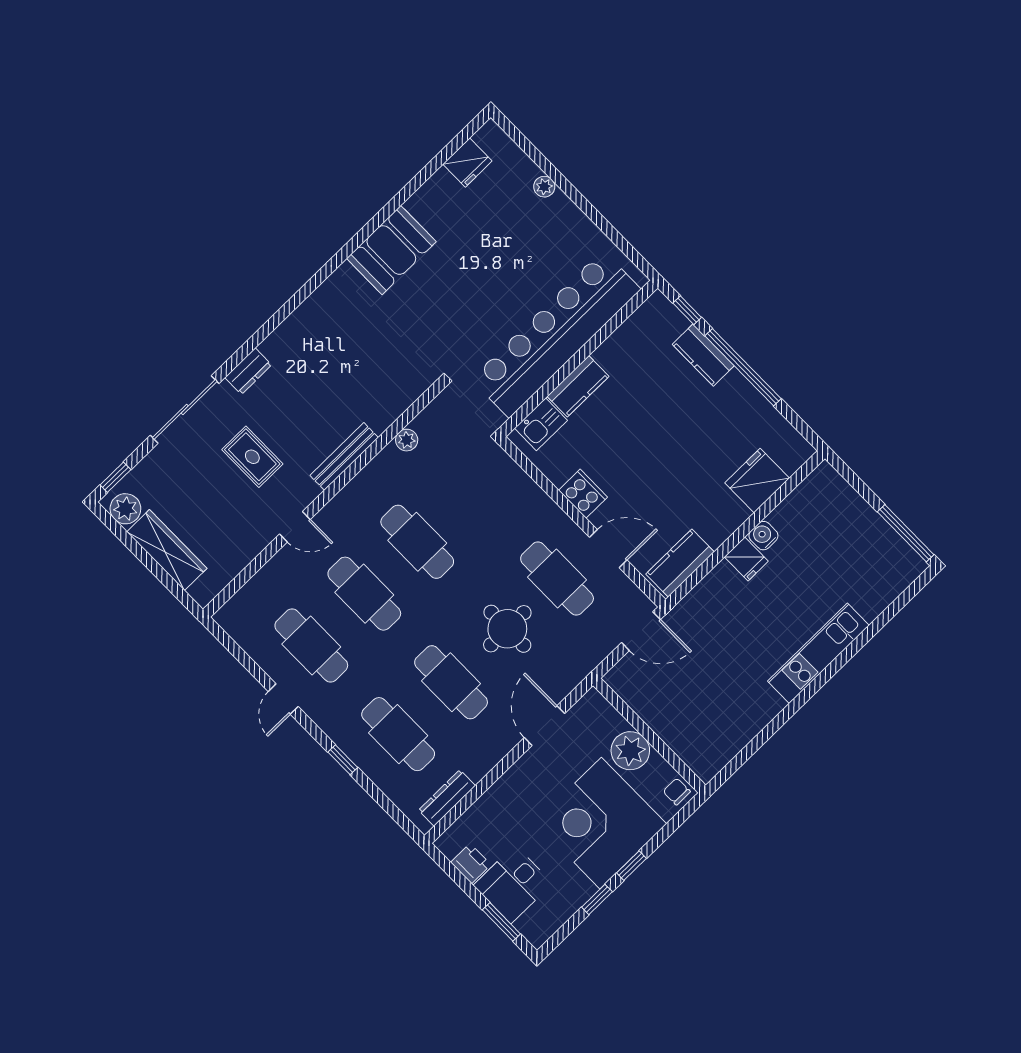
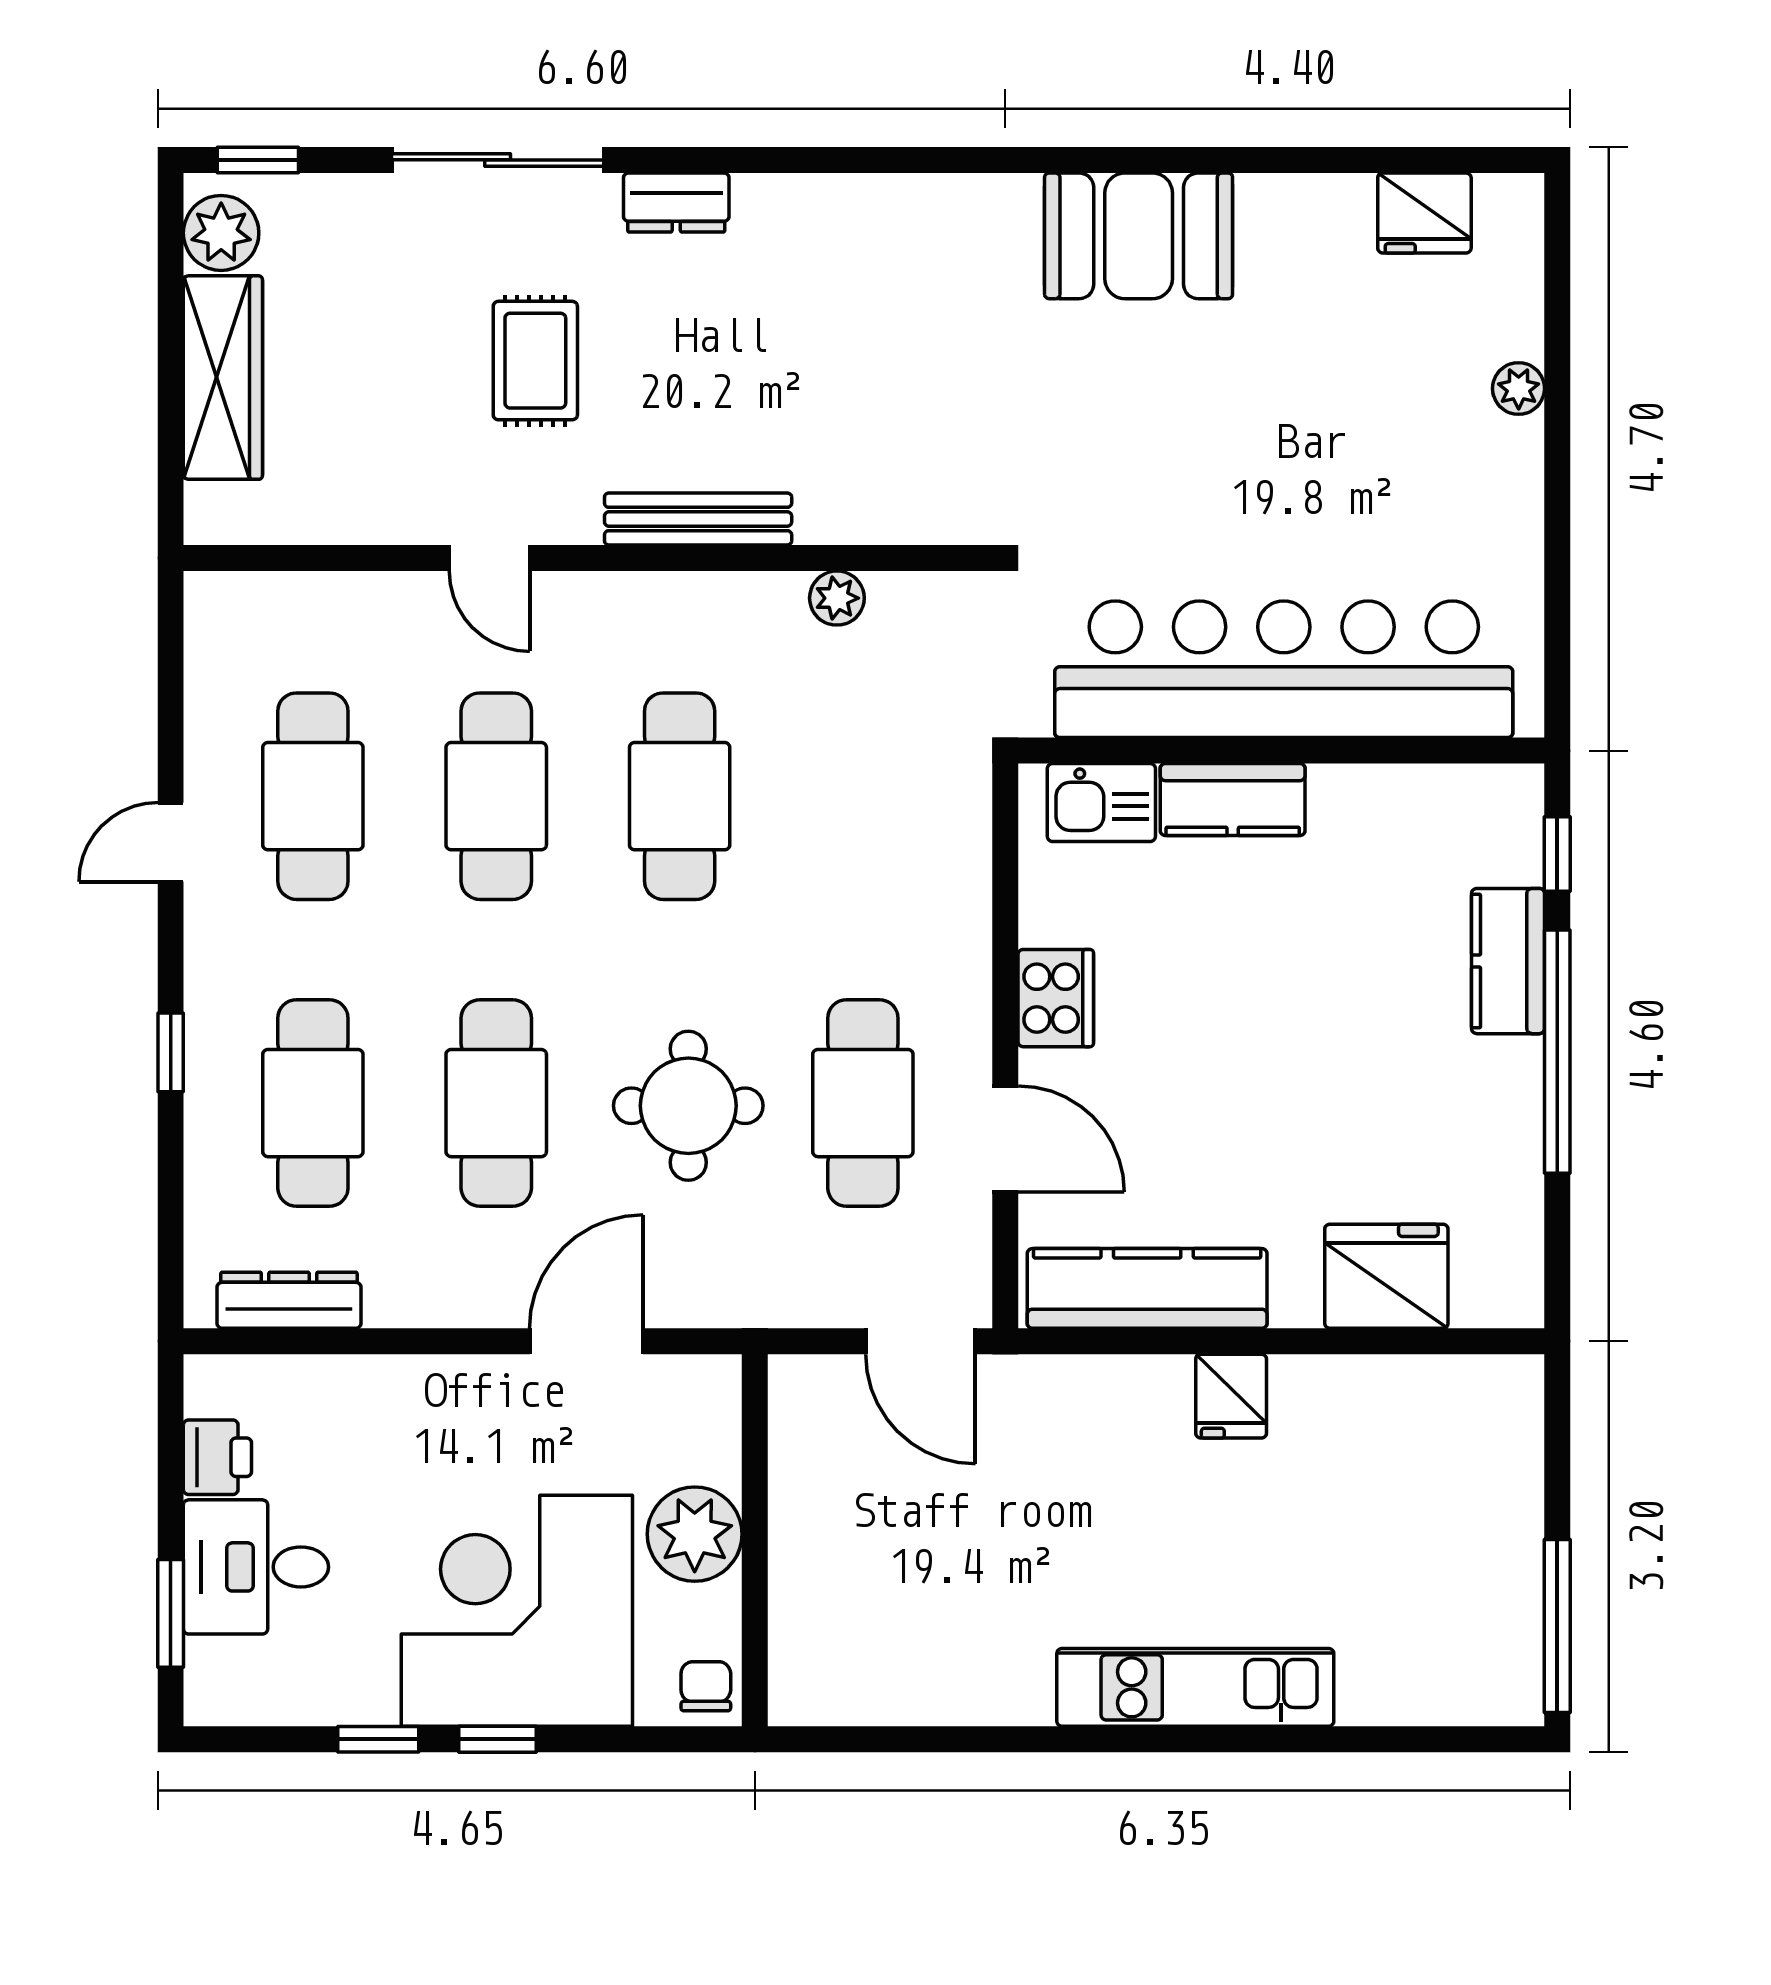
water cooler: (763, 536) -> (1302, 1384), removed
kitchen counter: (680, 563) -> (1147, 1288), width x1.50

